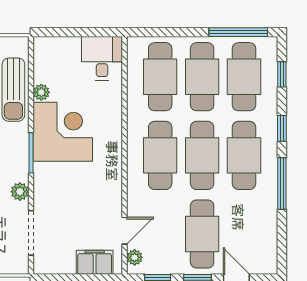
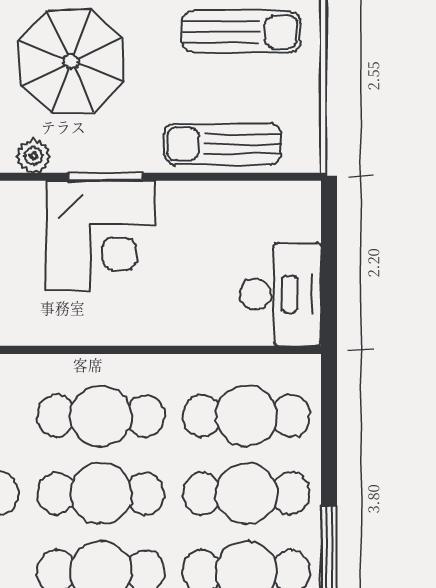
desk: (102, 58) -> (280, 294), width x1.37
plant: (41, 92) -> (218, 196), removed
corner desk: (63, 132) -> (101, 235), moved

